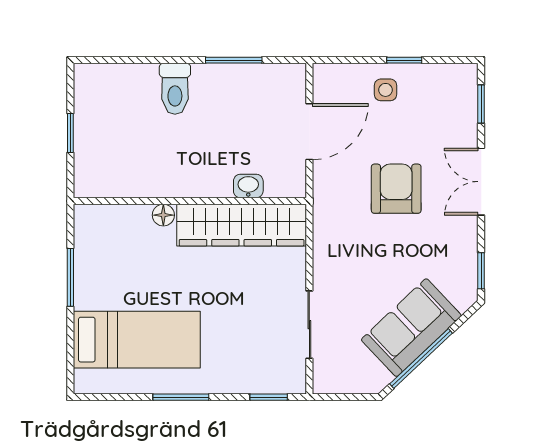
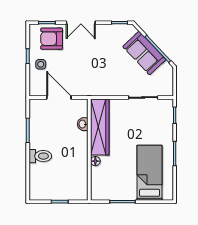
armchair: (396, 189) -> (52, 39), moved

